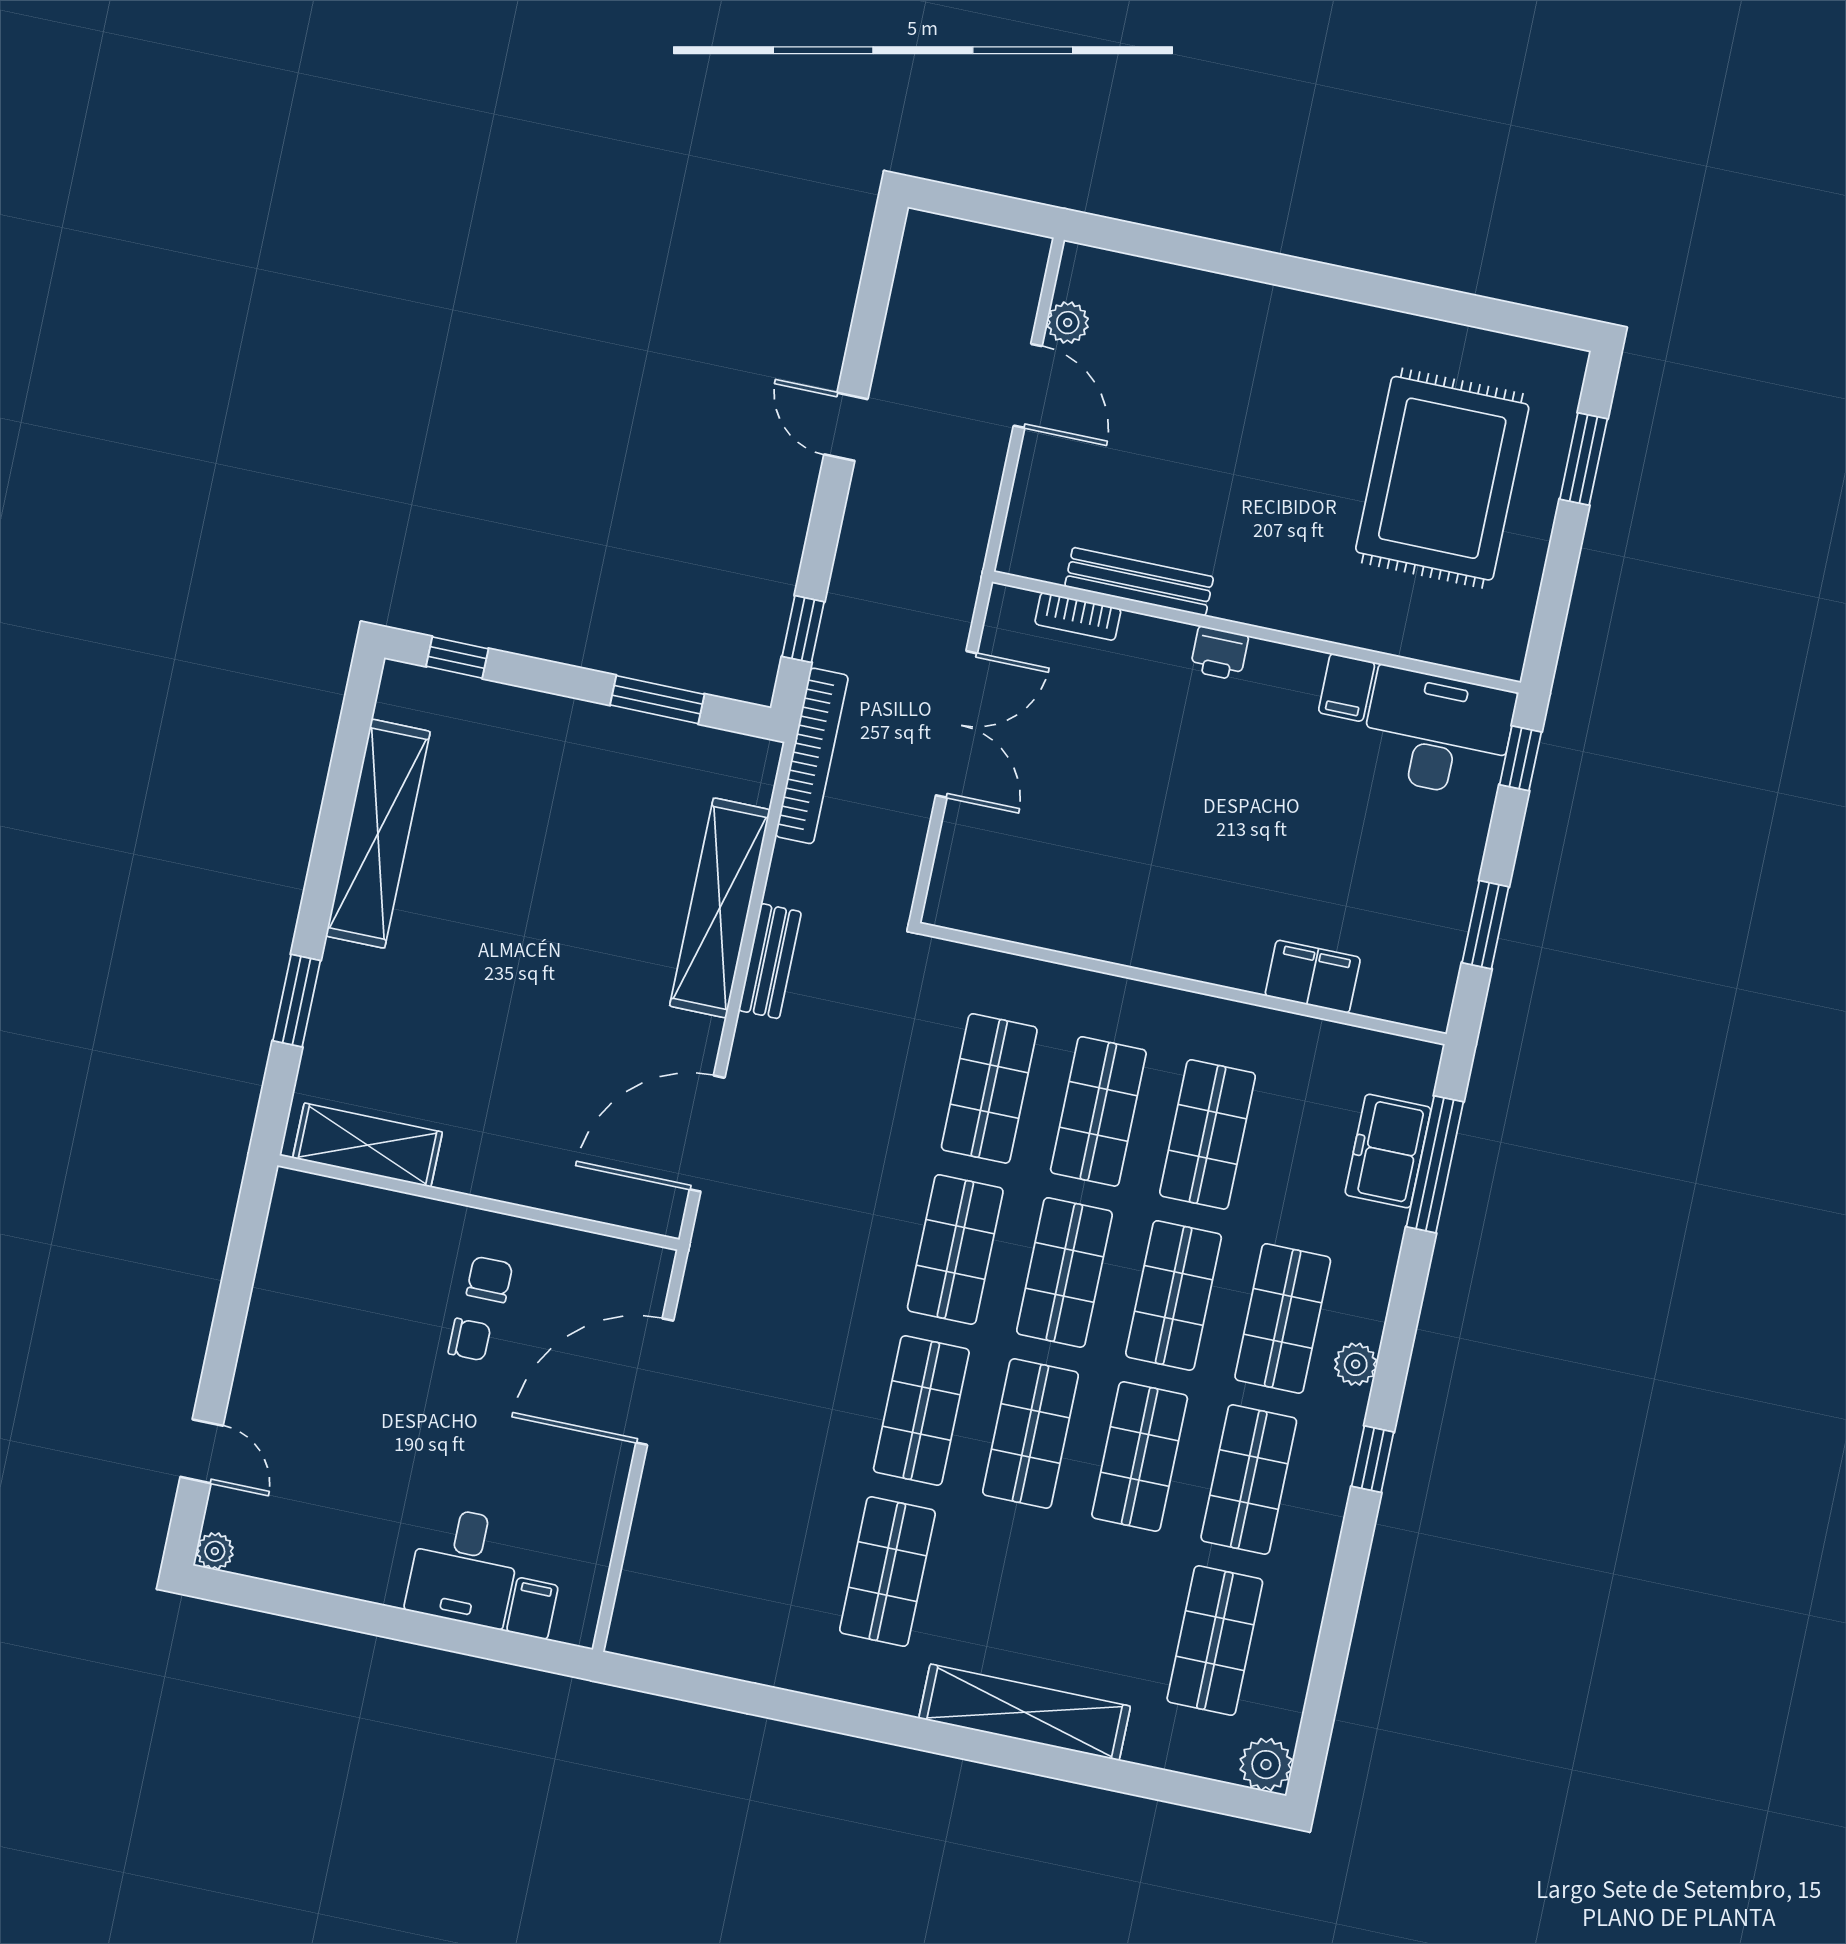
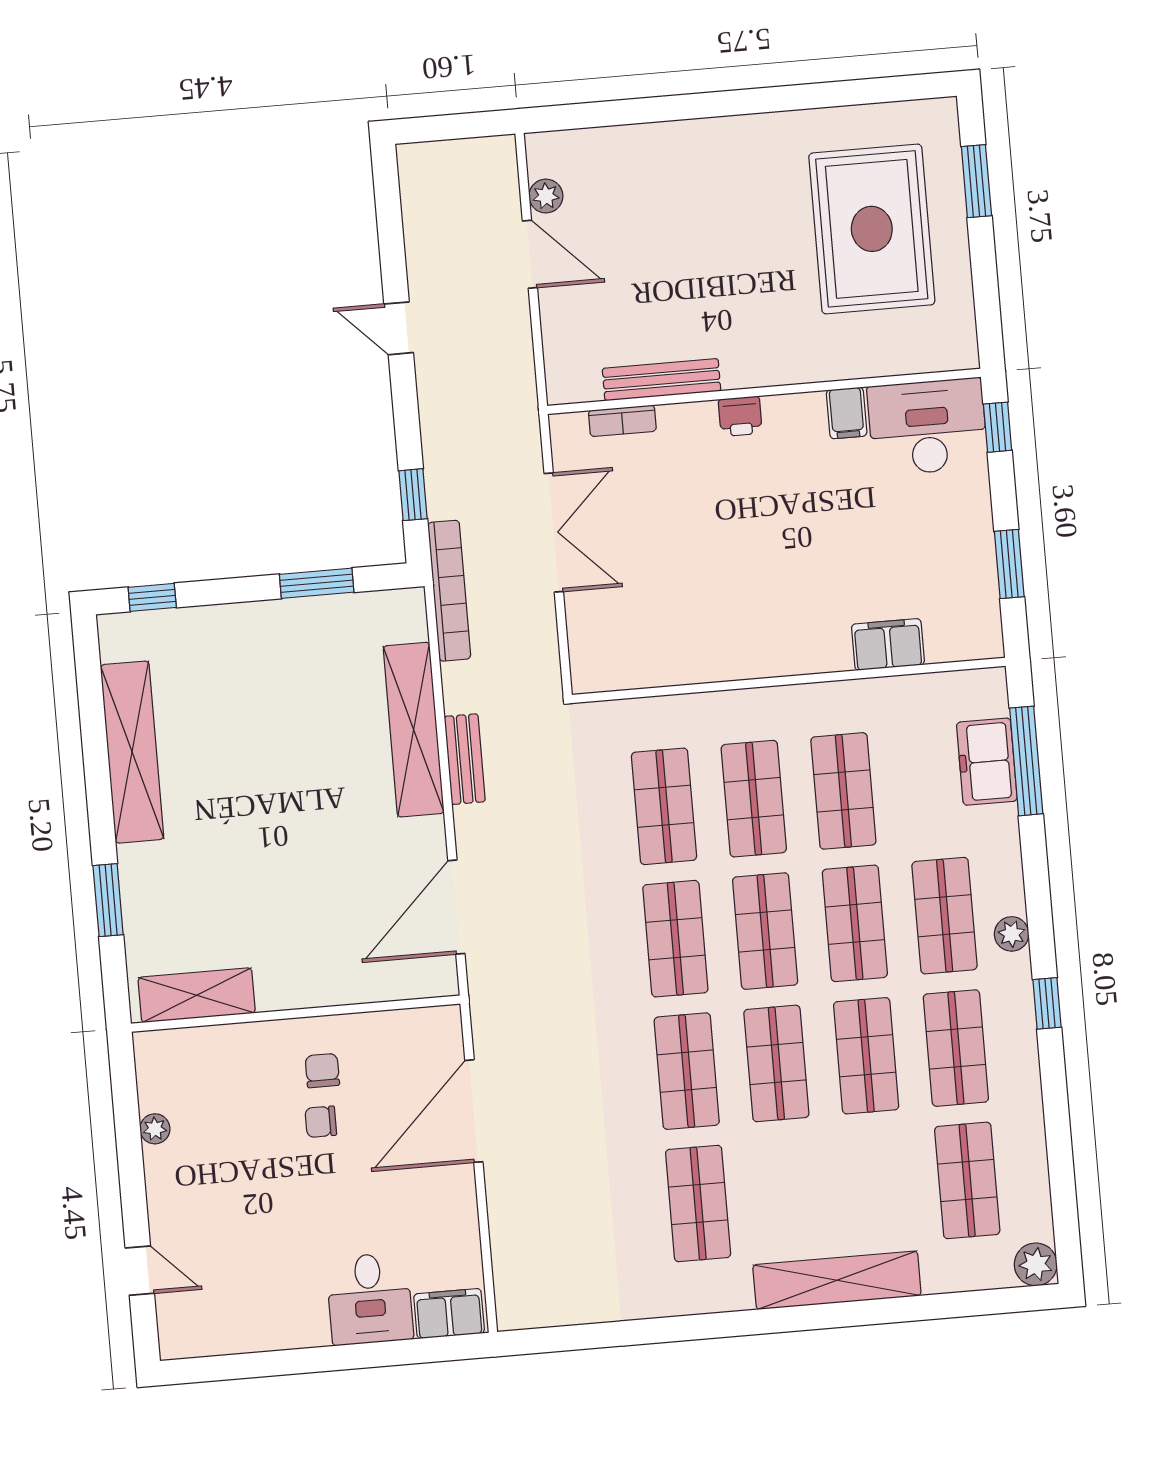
chair: (469, 1339) -> (321, 1122), turned 180
plant: (215, 1551) -> (155, 1129), moved
filing cabinet: (532, 1609) -> (449, 1314), width x2.00

